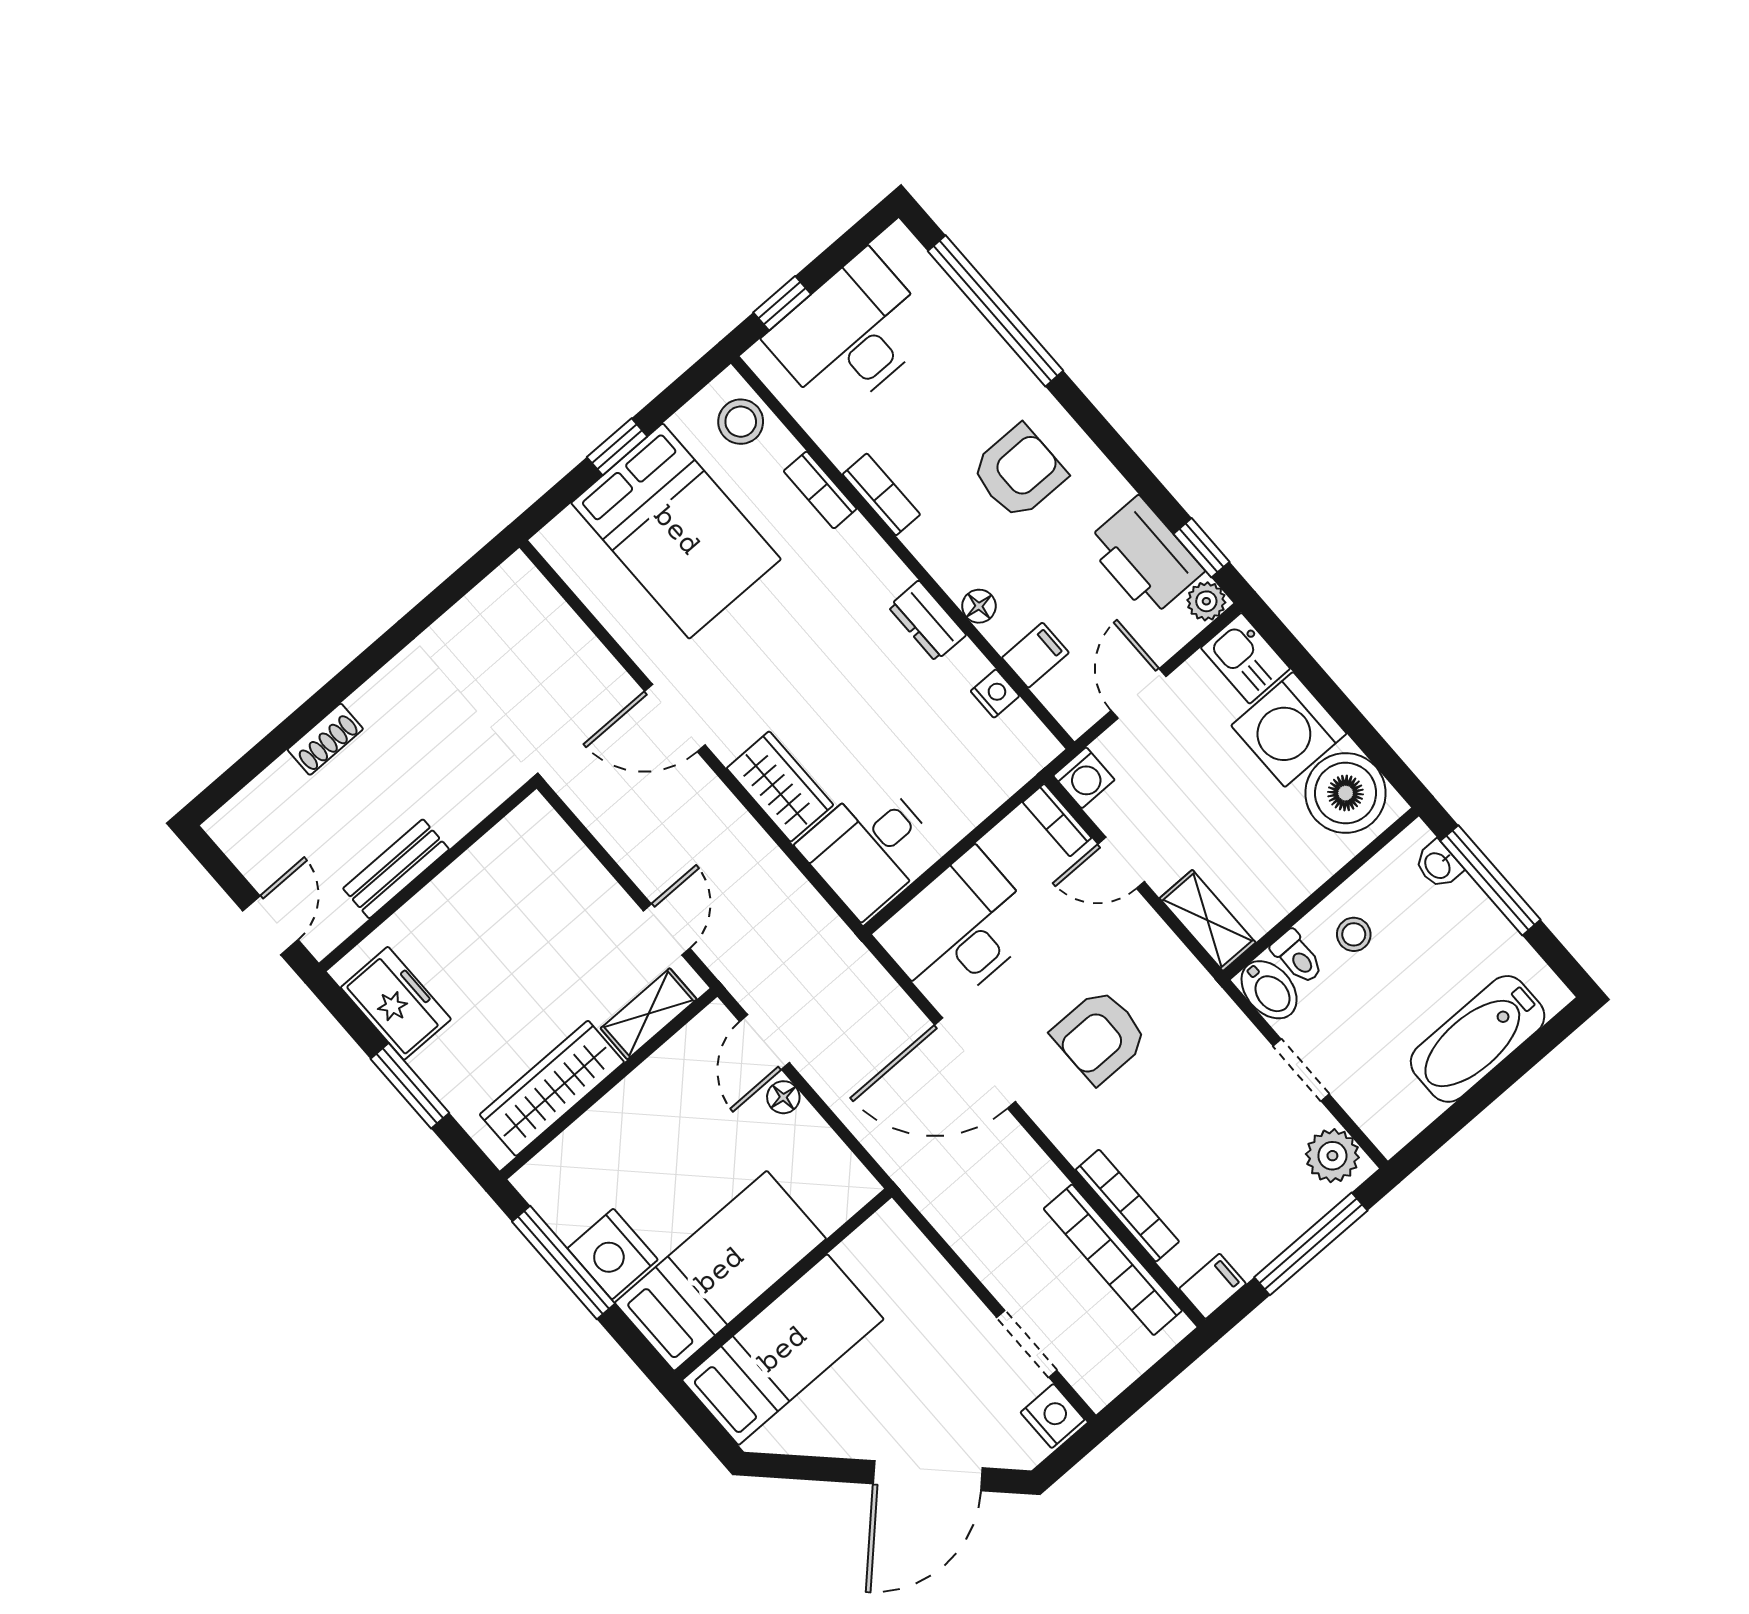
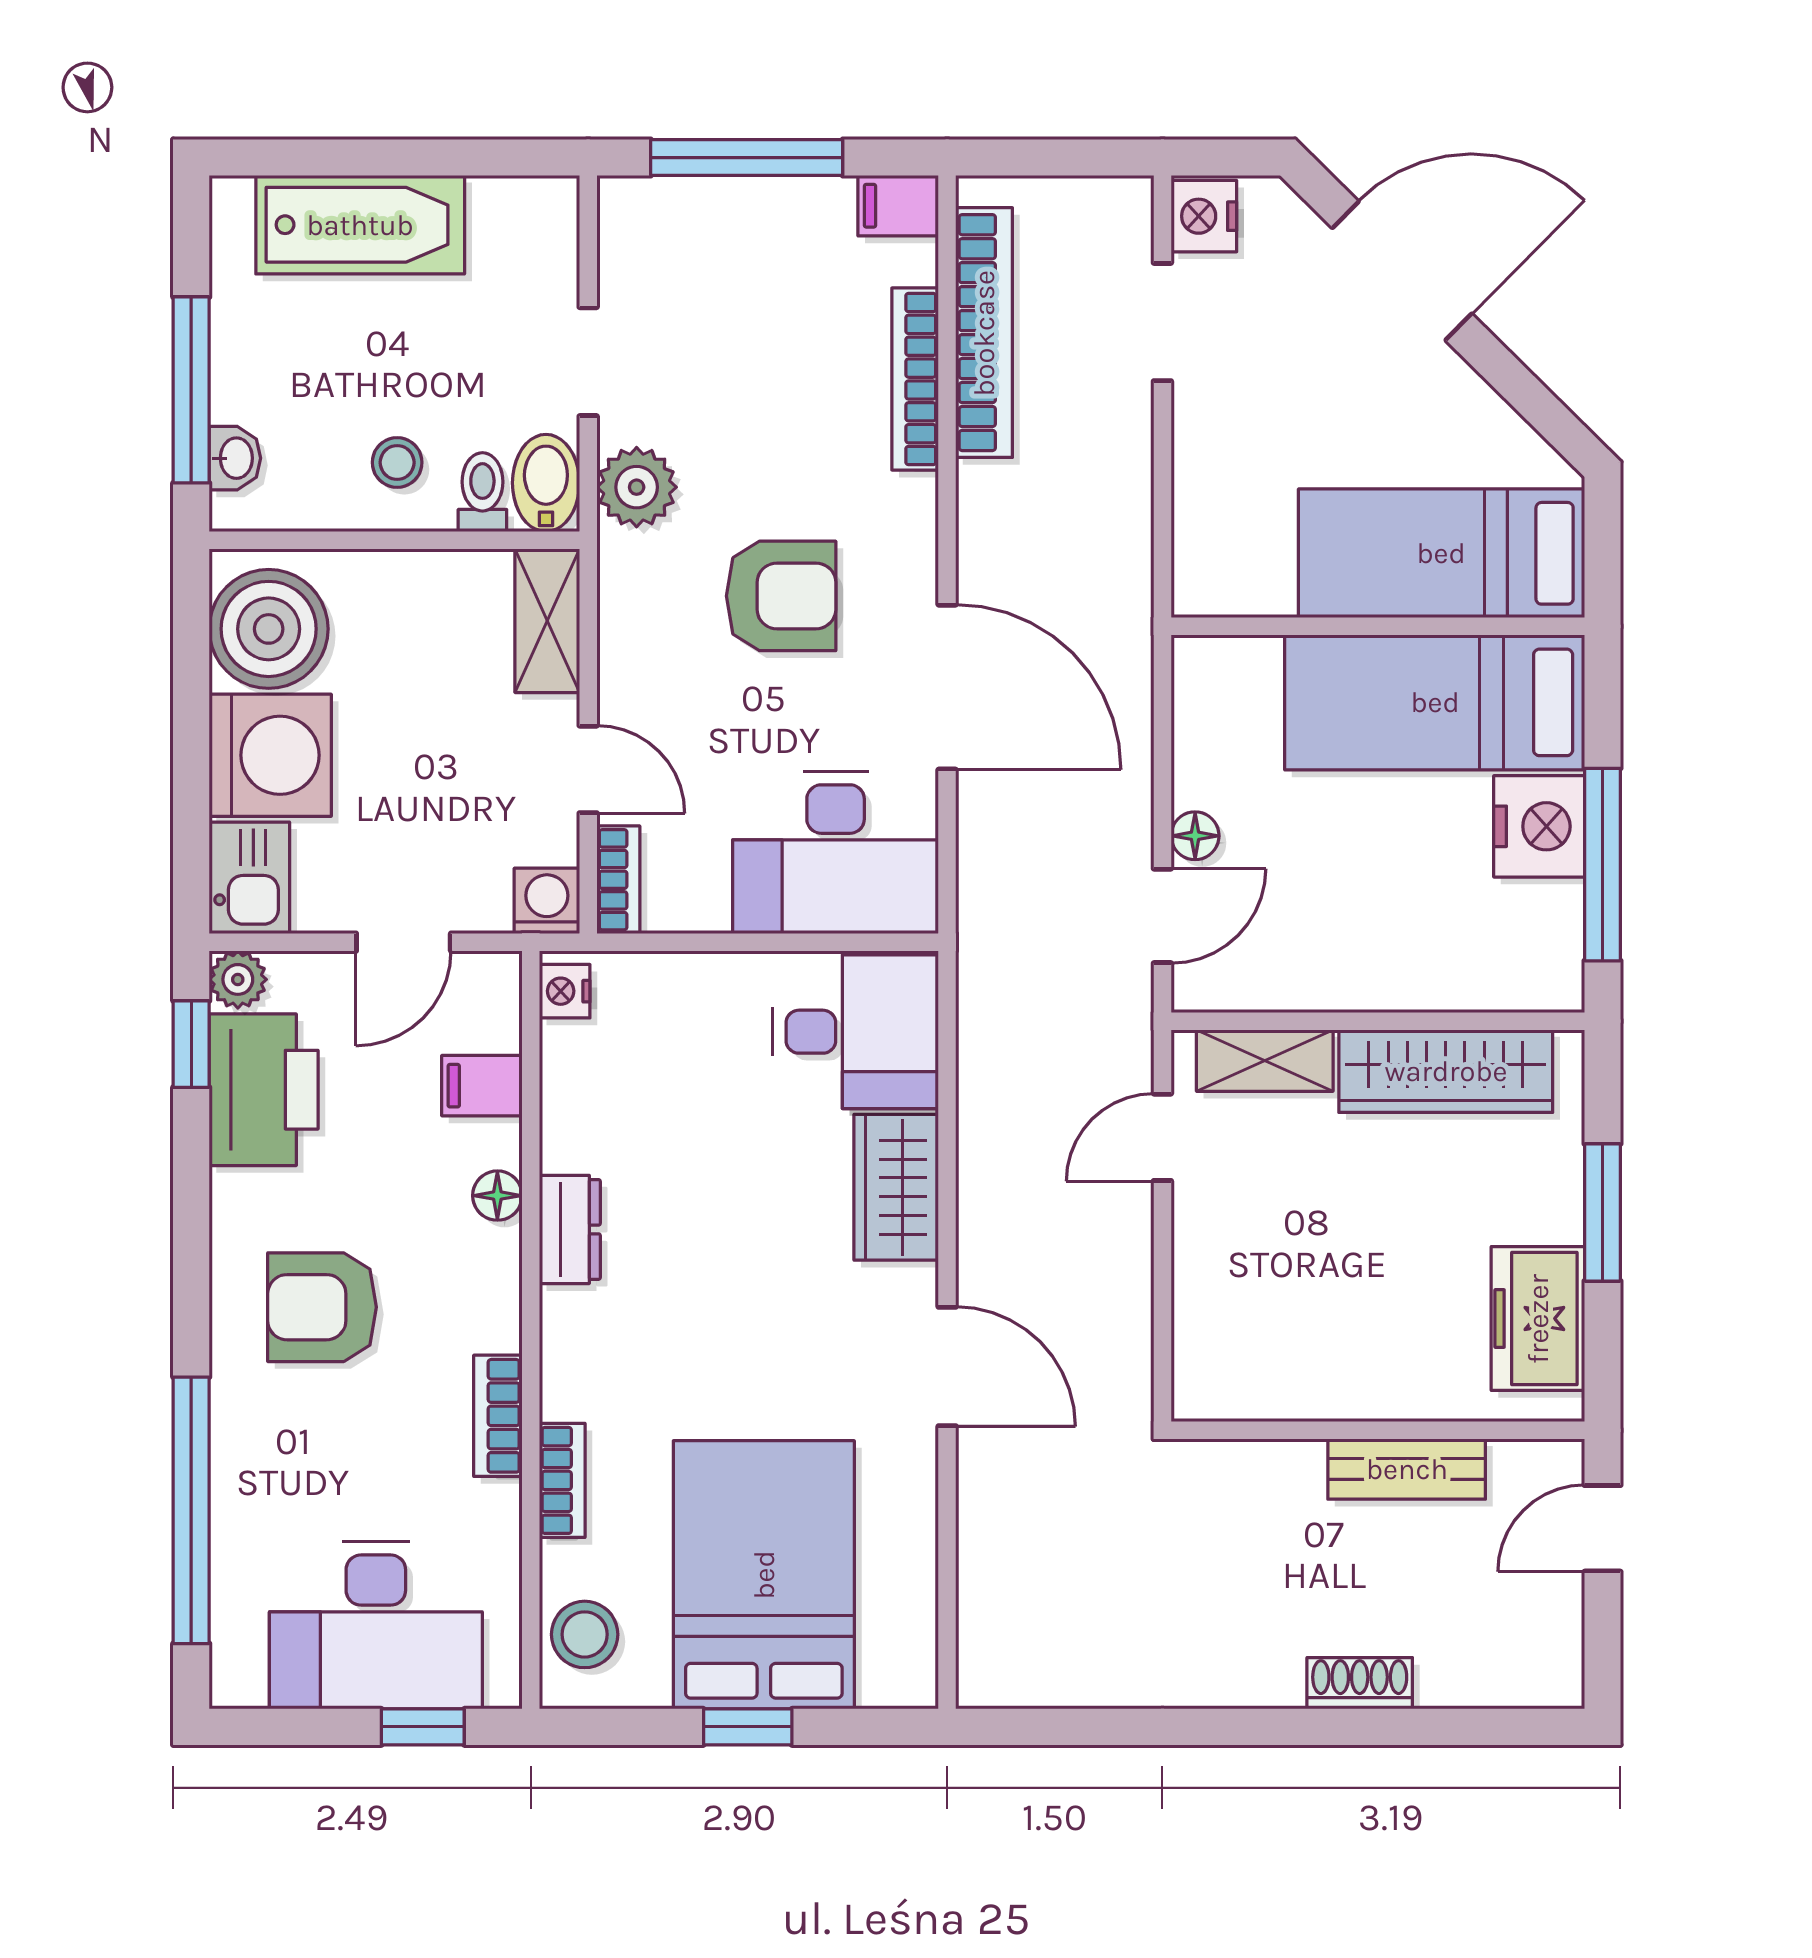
nightstand: (995, 694) -> (565, 991), moved
plant: (1332, 1156) -> (637, 487), moved

